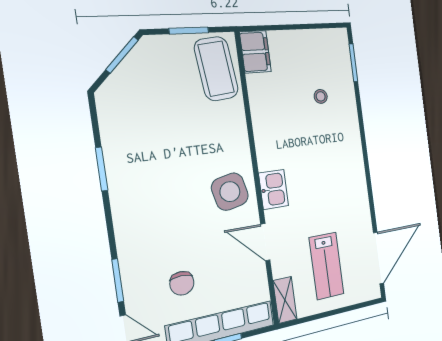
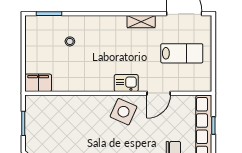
coffee table: (216, 69) -> (47, 110), removed
side table: (230, 192) -> (123, 112), turned 37
shelving: (285, 300) -> (141, 22), moved

